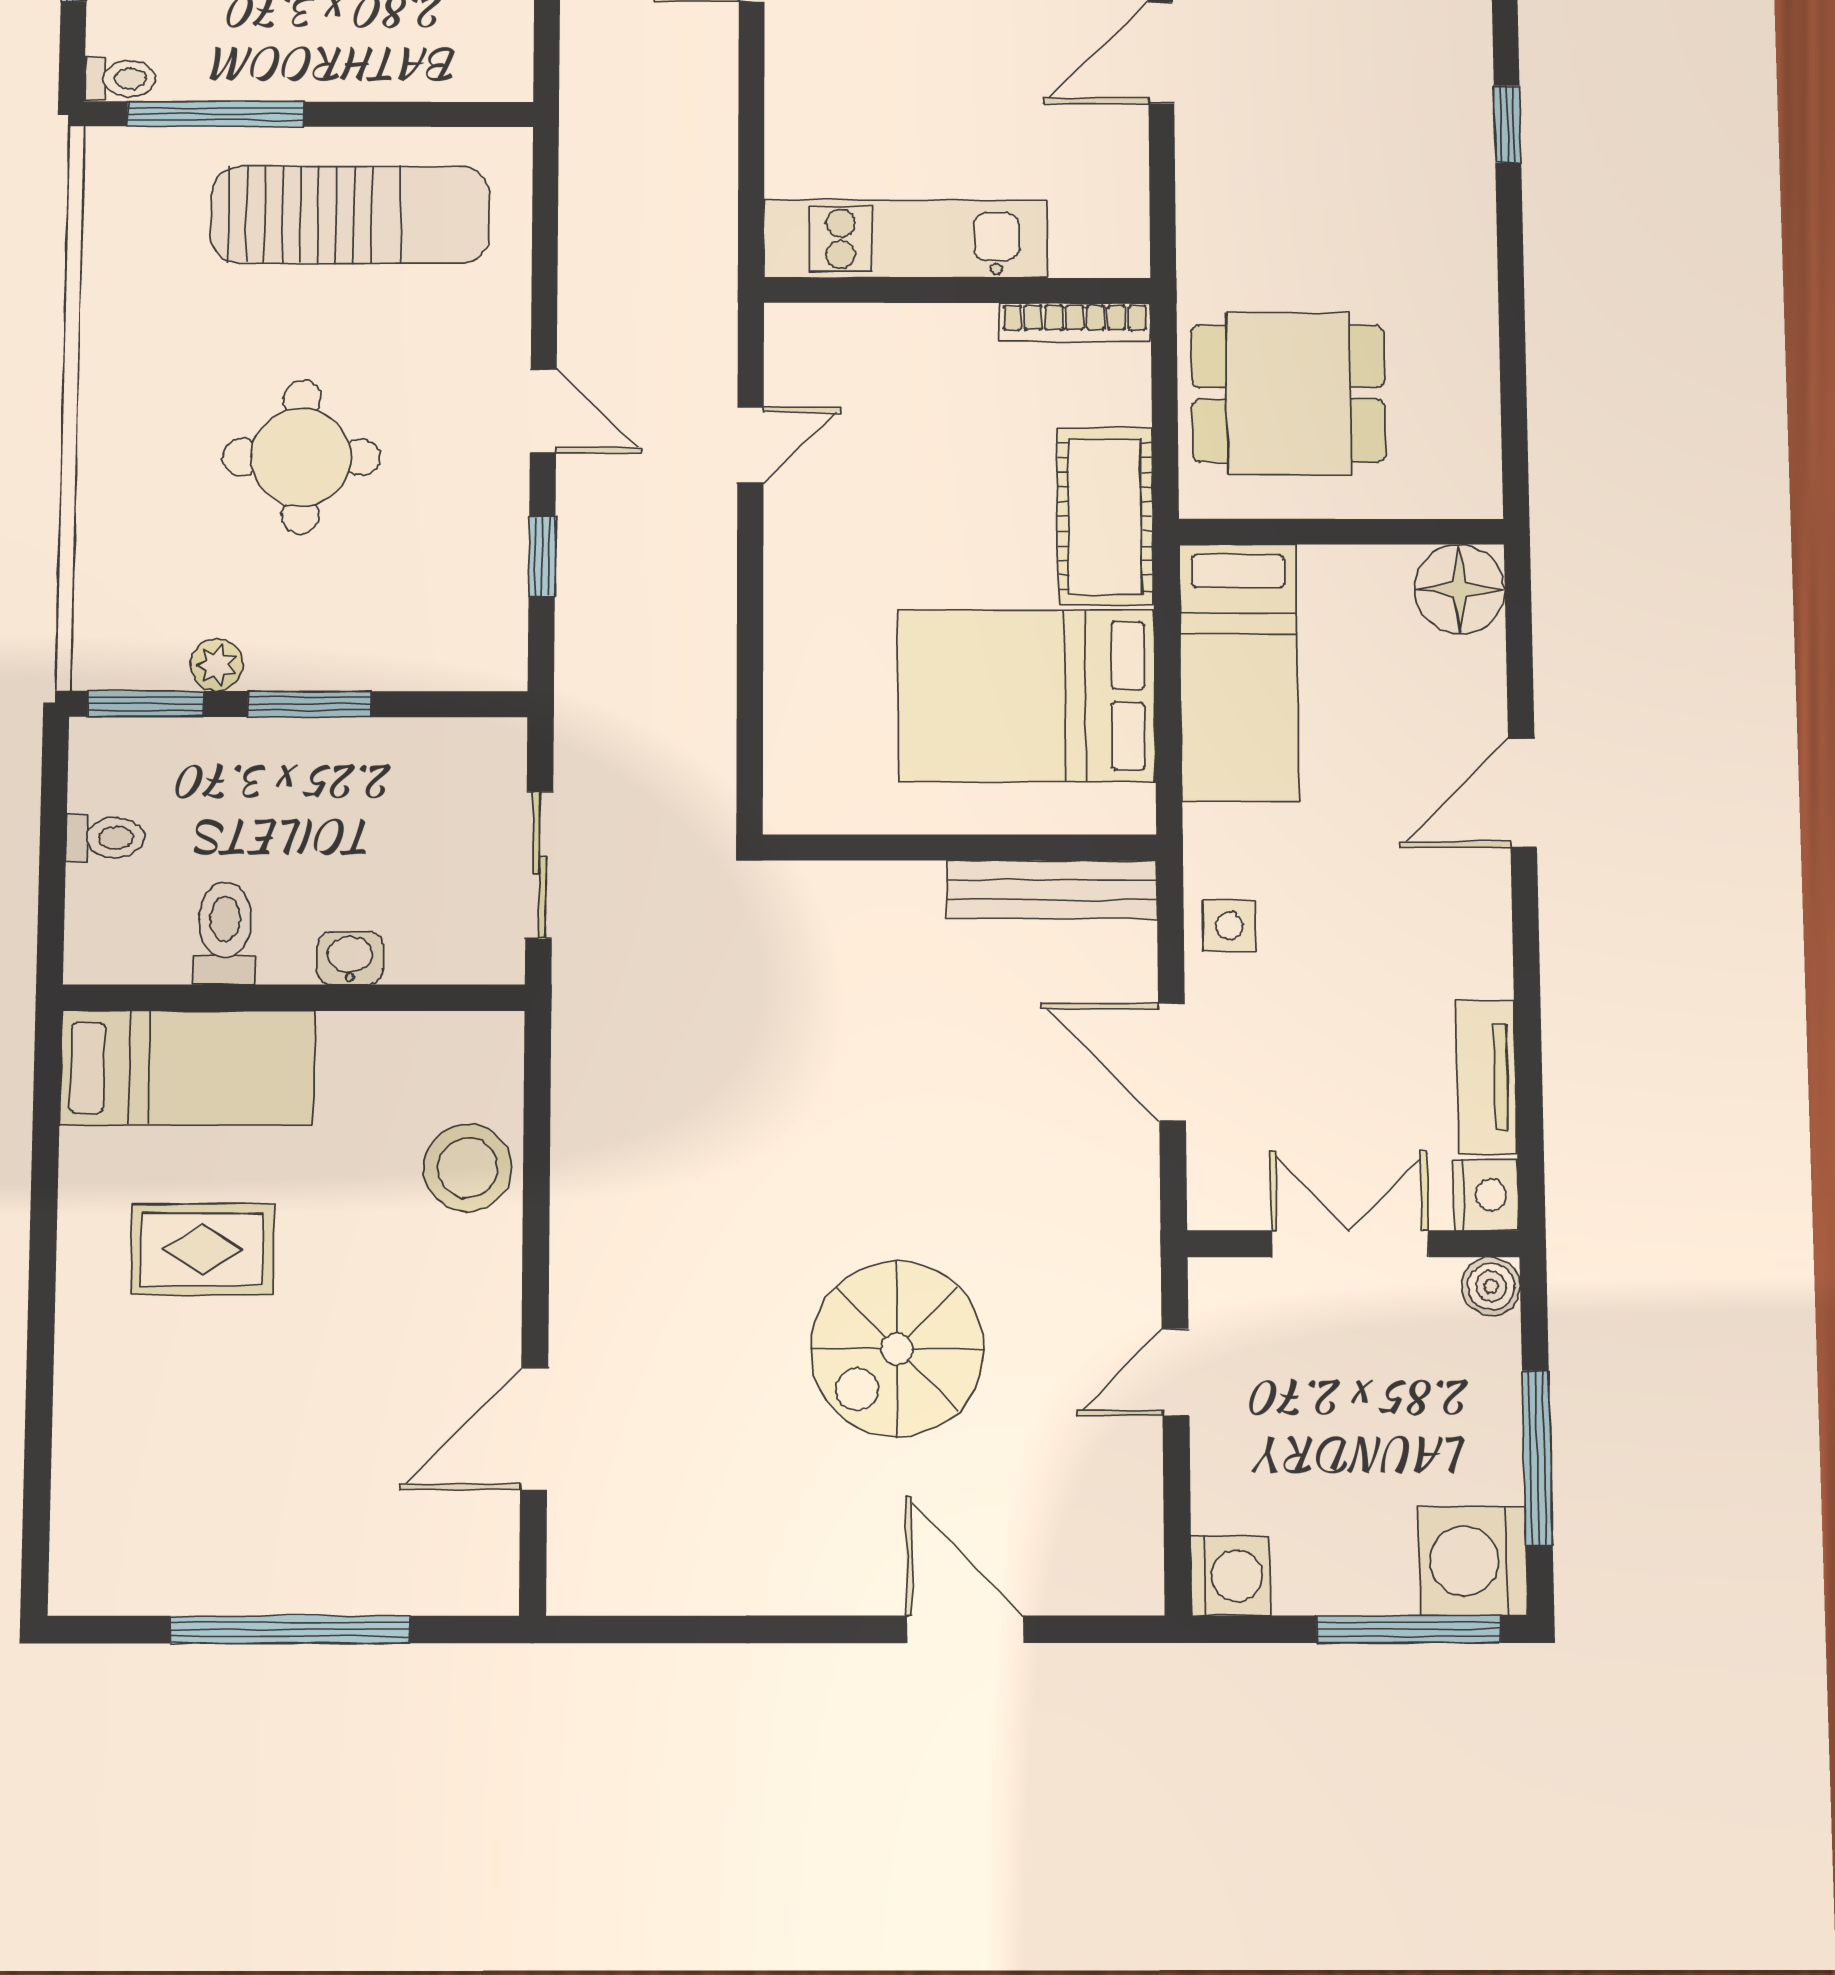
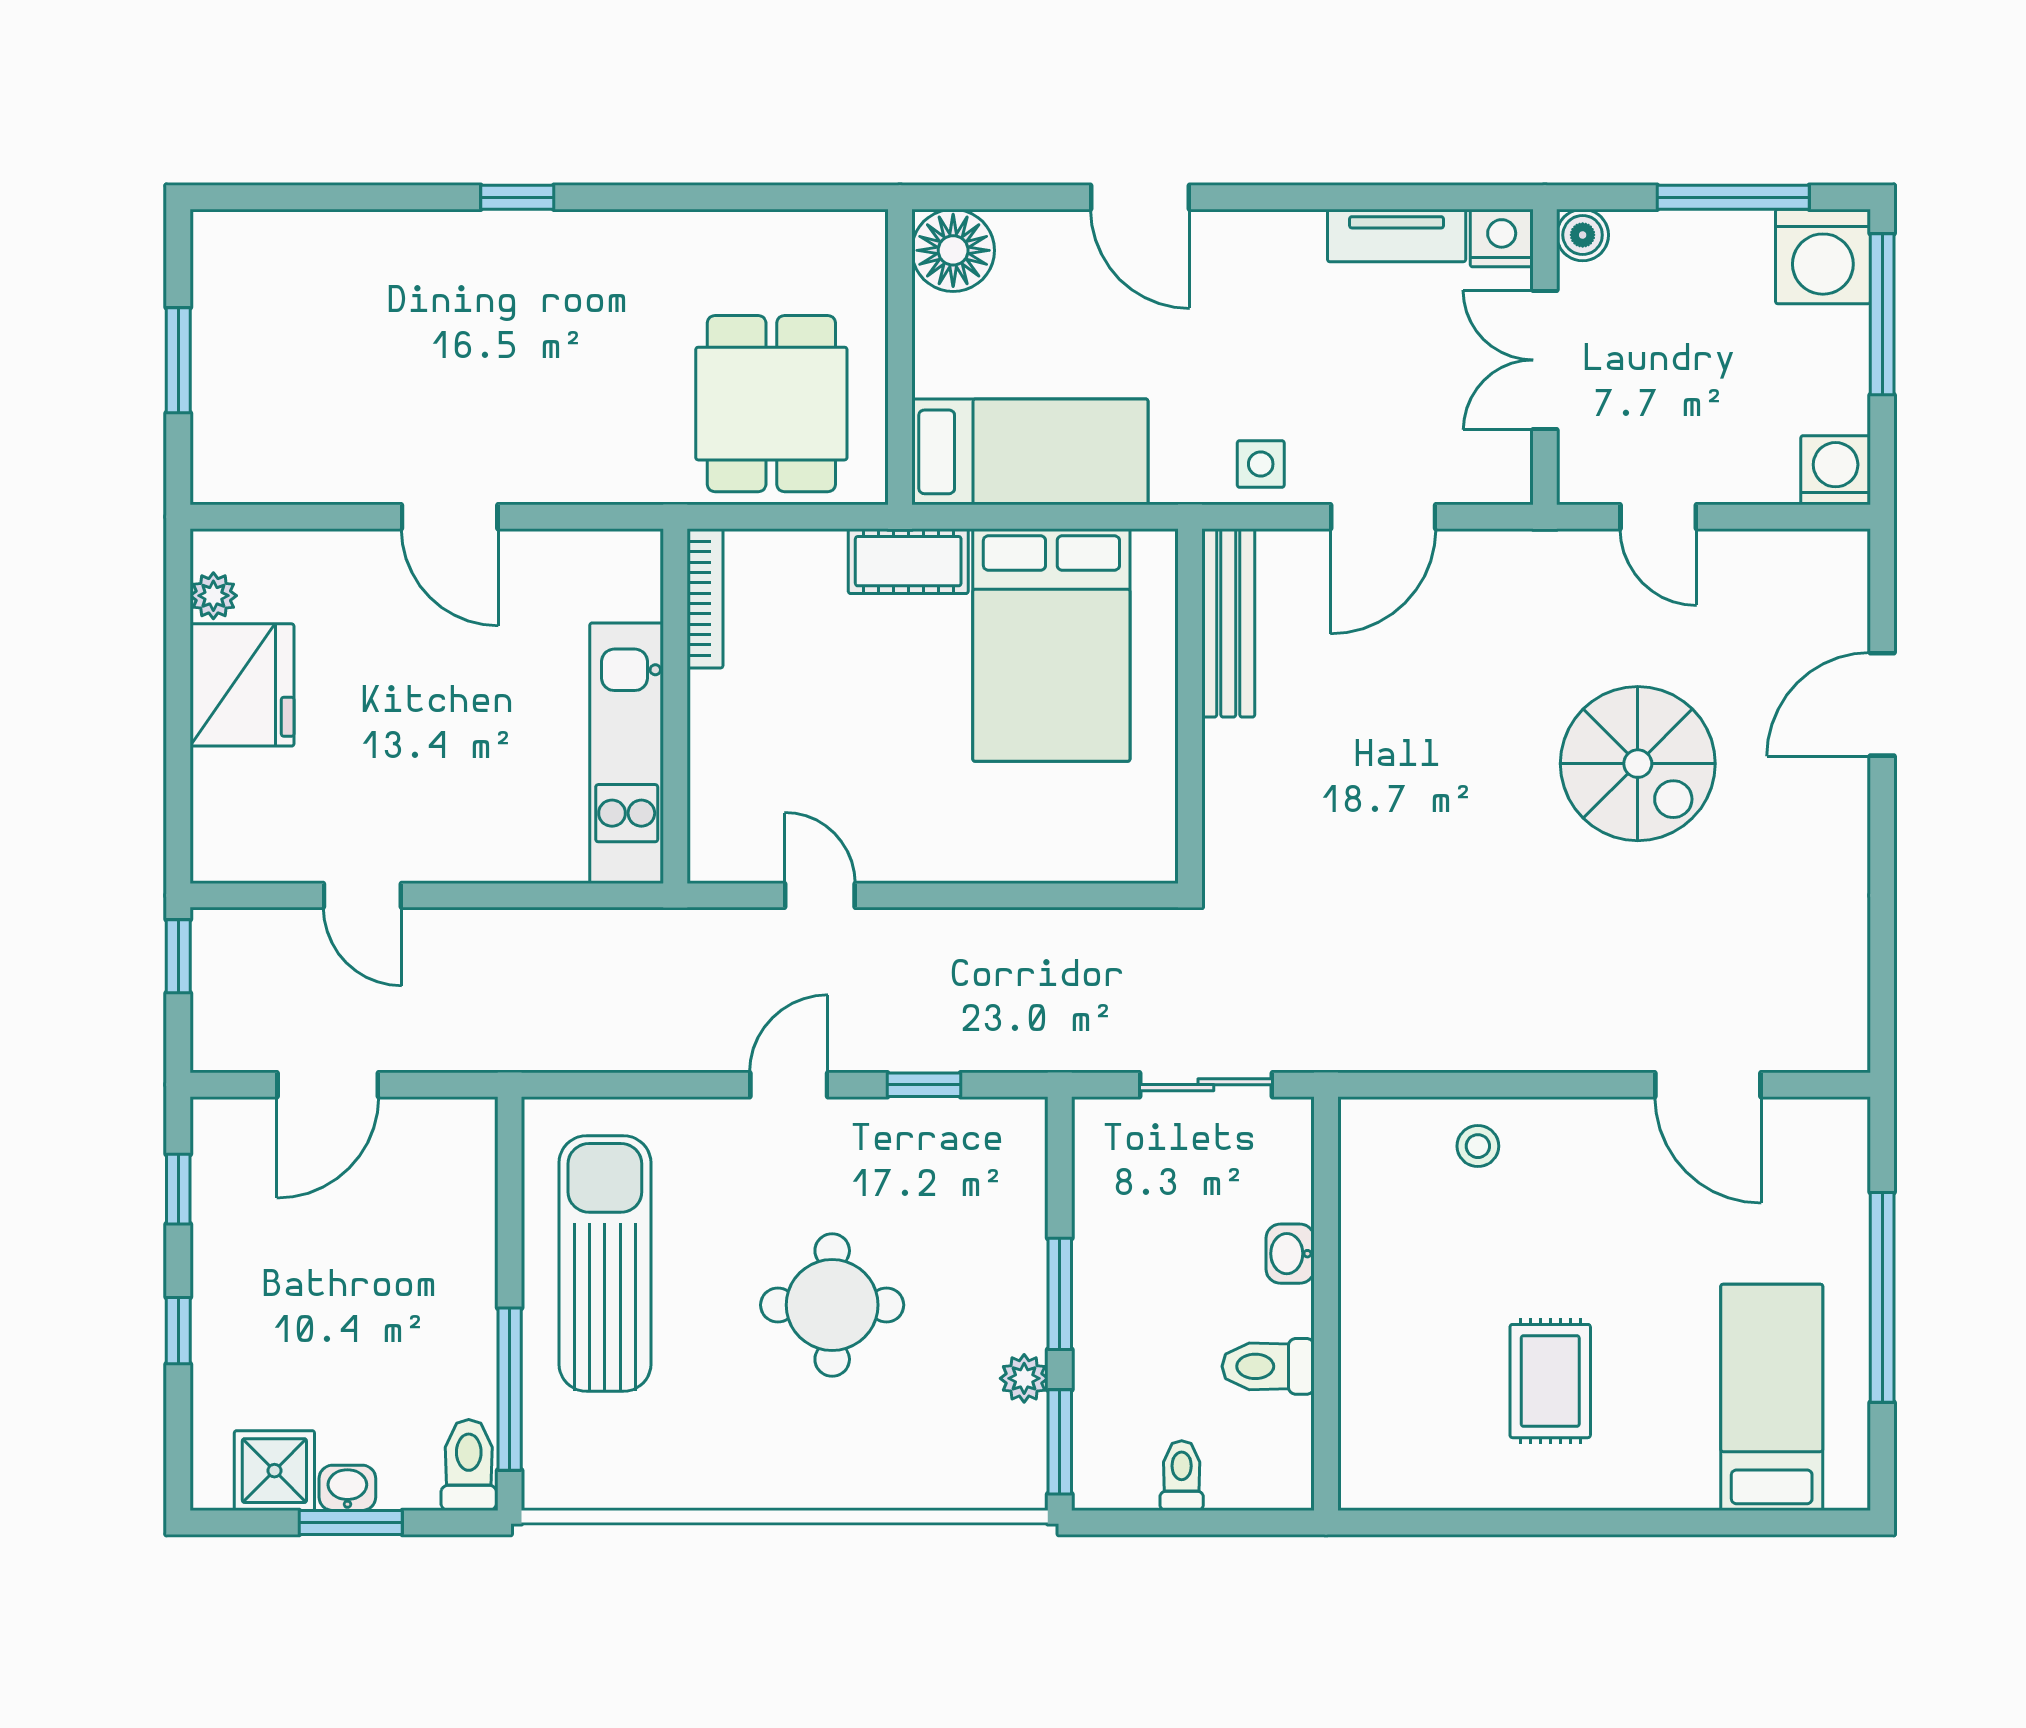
toilet: (120, 79) -> (469, 1465), width x1.37, depth x1.39
cot: (1105, 516) -> (908, 561), width x0.73, depth x0.75
bed: (187, 1068) -> (1772, 1397), moved
stool: (468, 1168) -> (1478, 1146), width x0.53, depth x0.53

